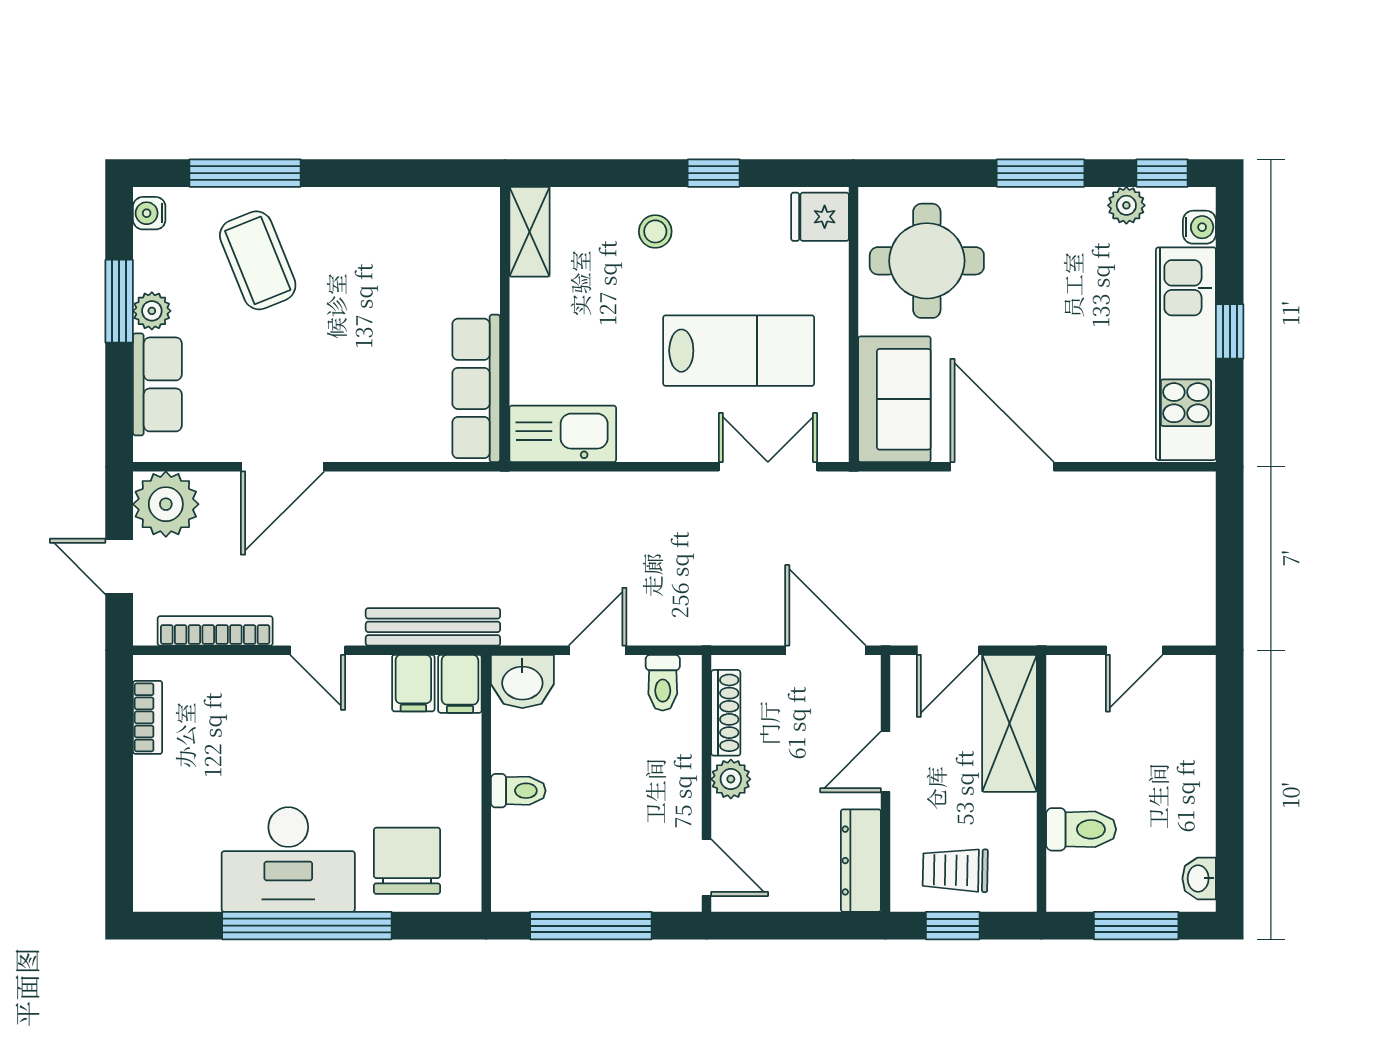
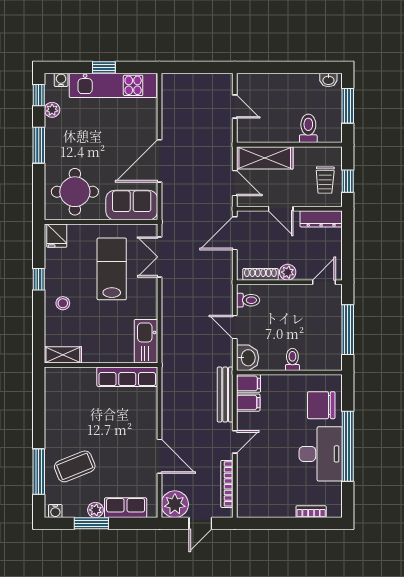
bookcase: (148, 717) -> (311, 512), moved

